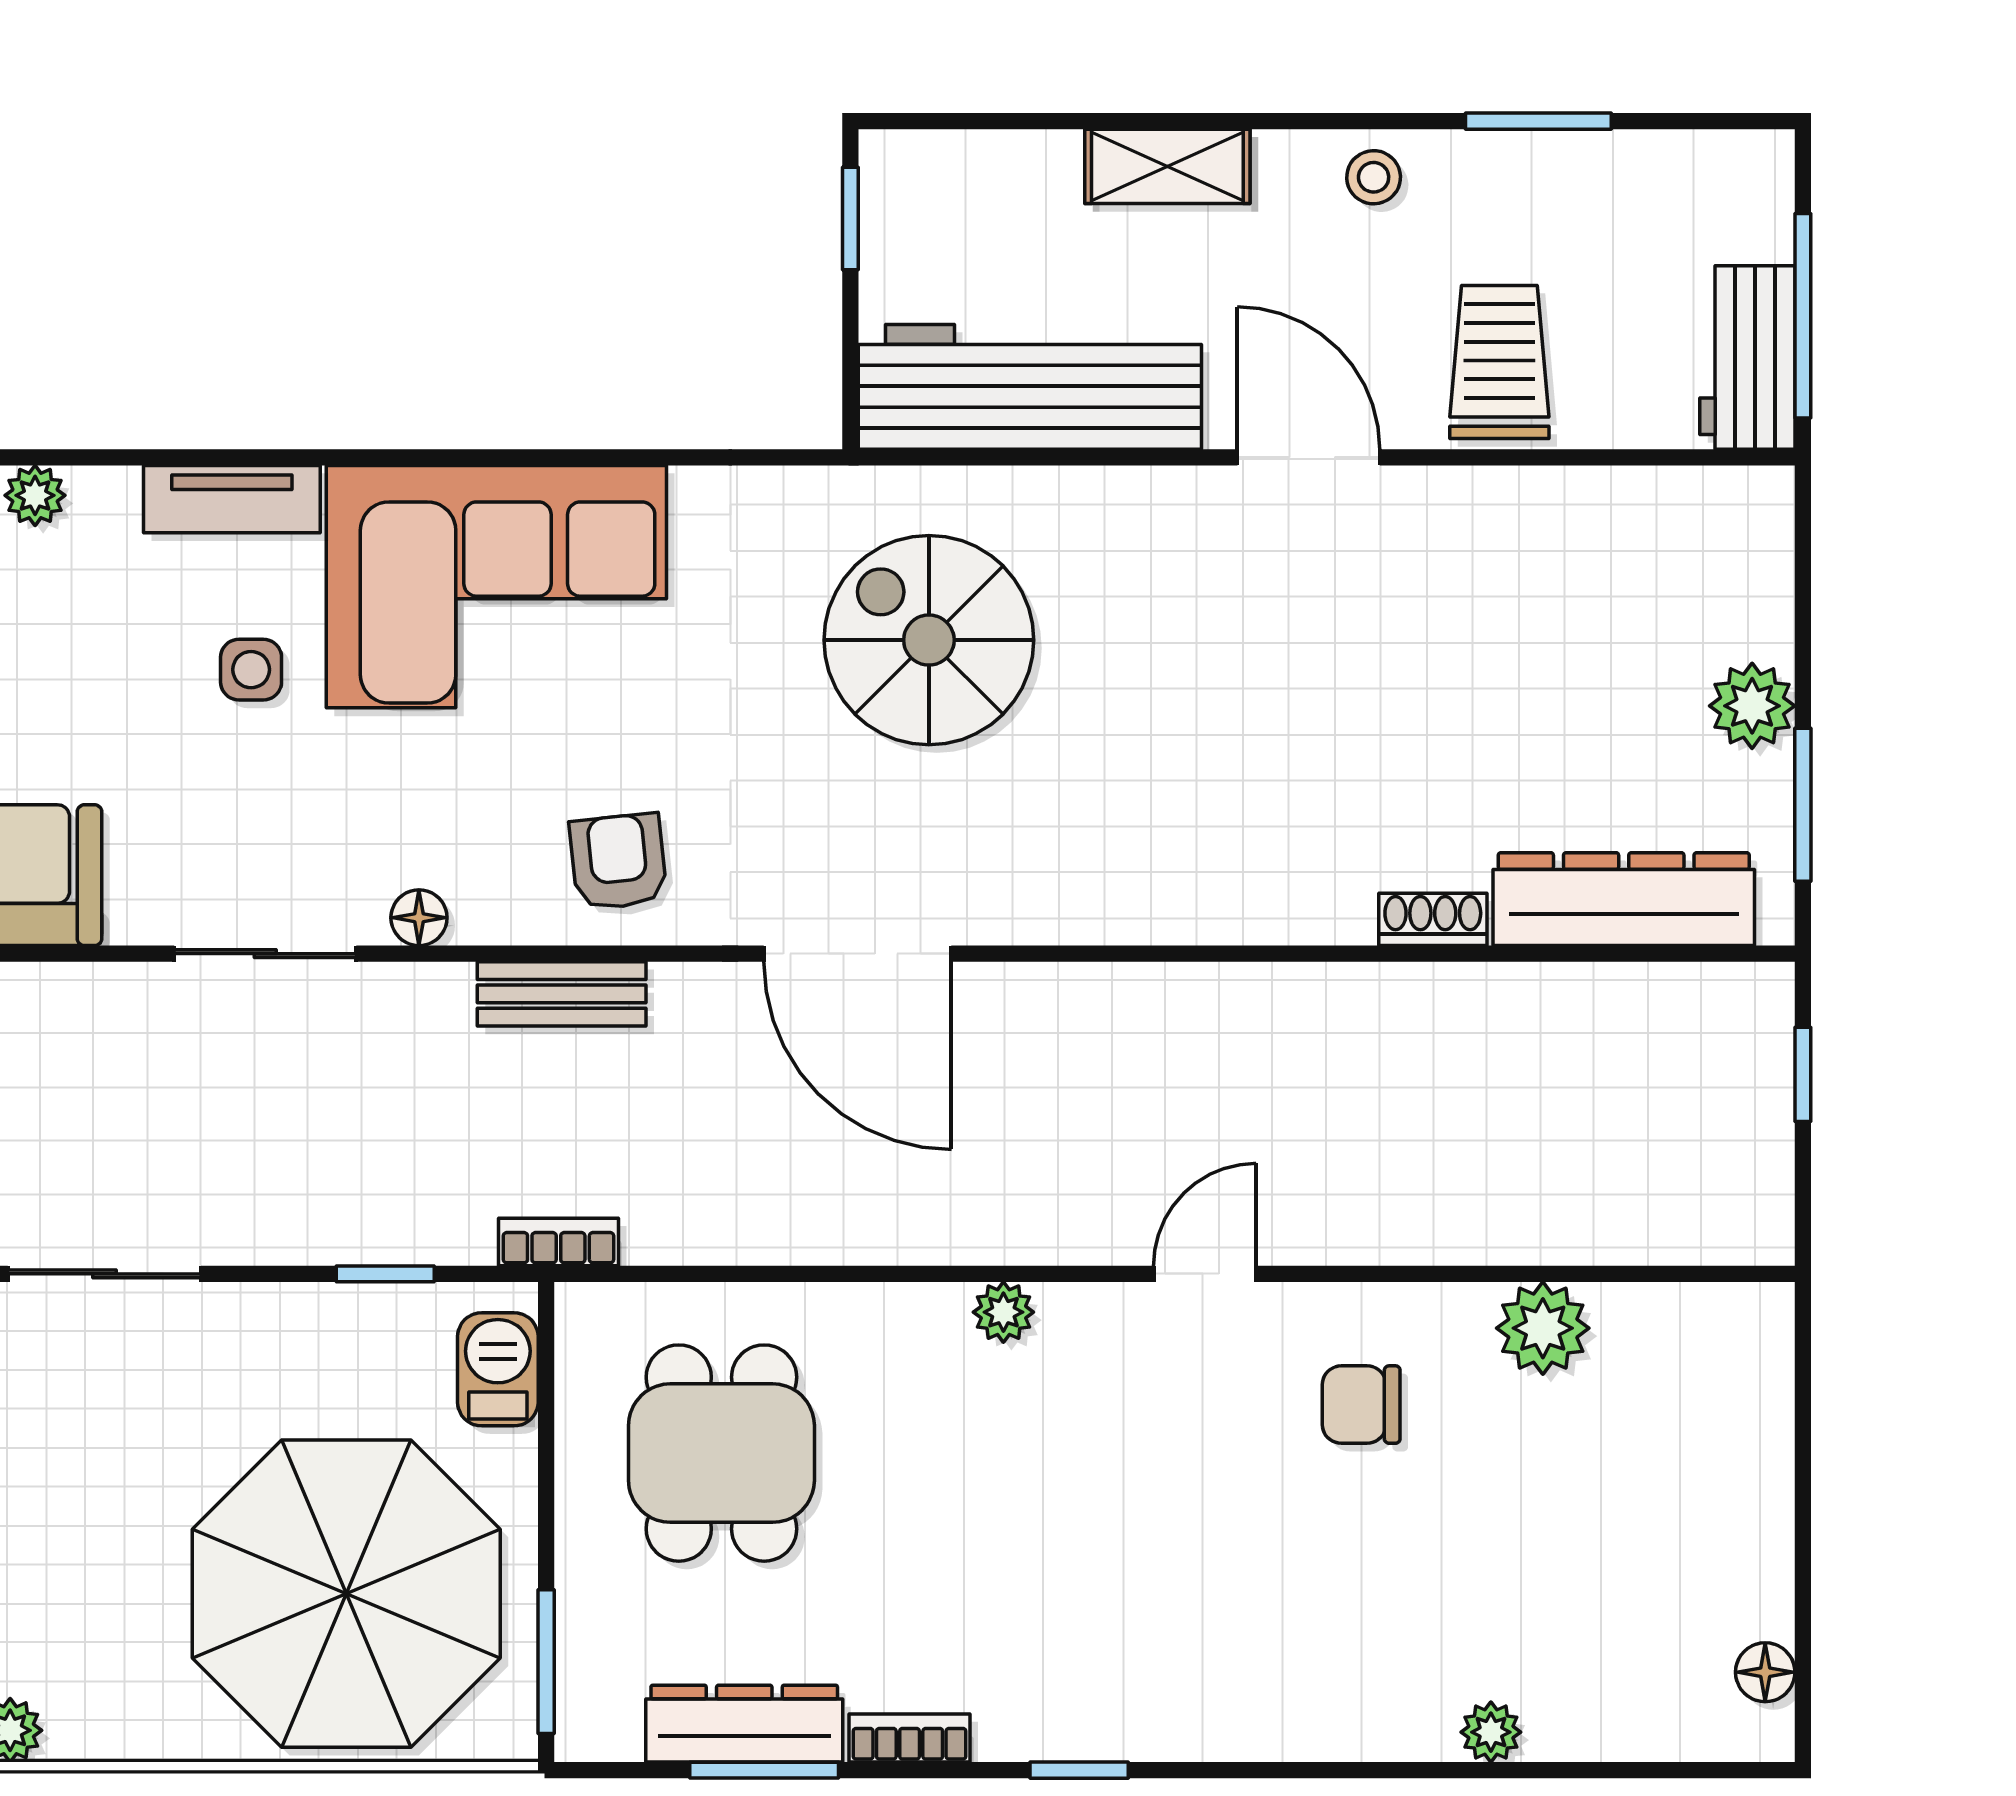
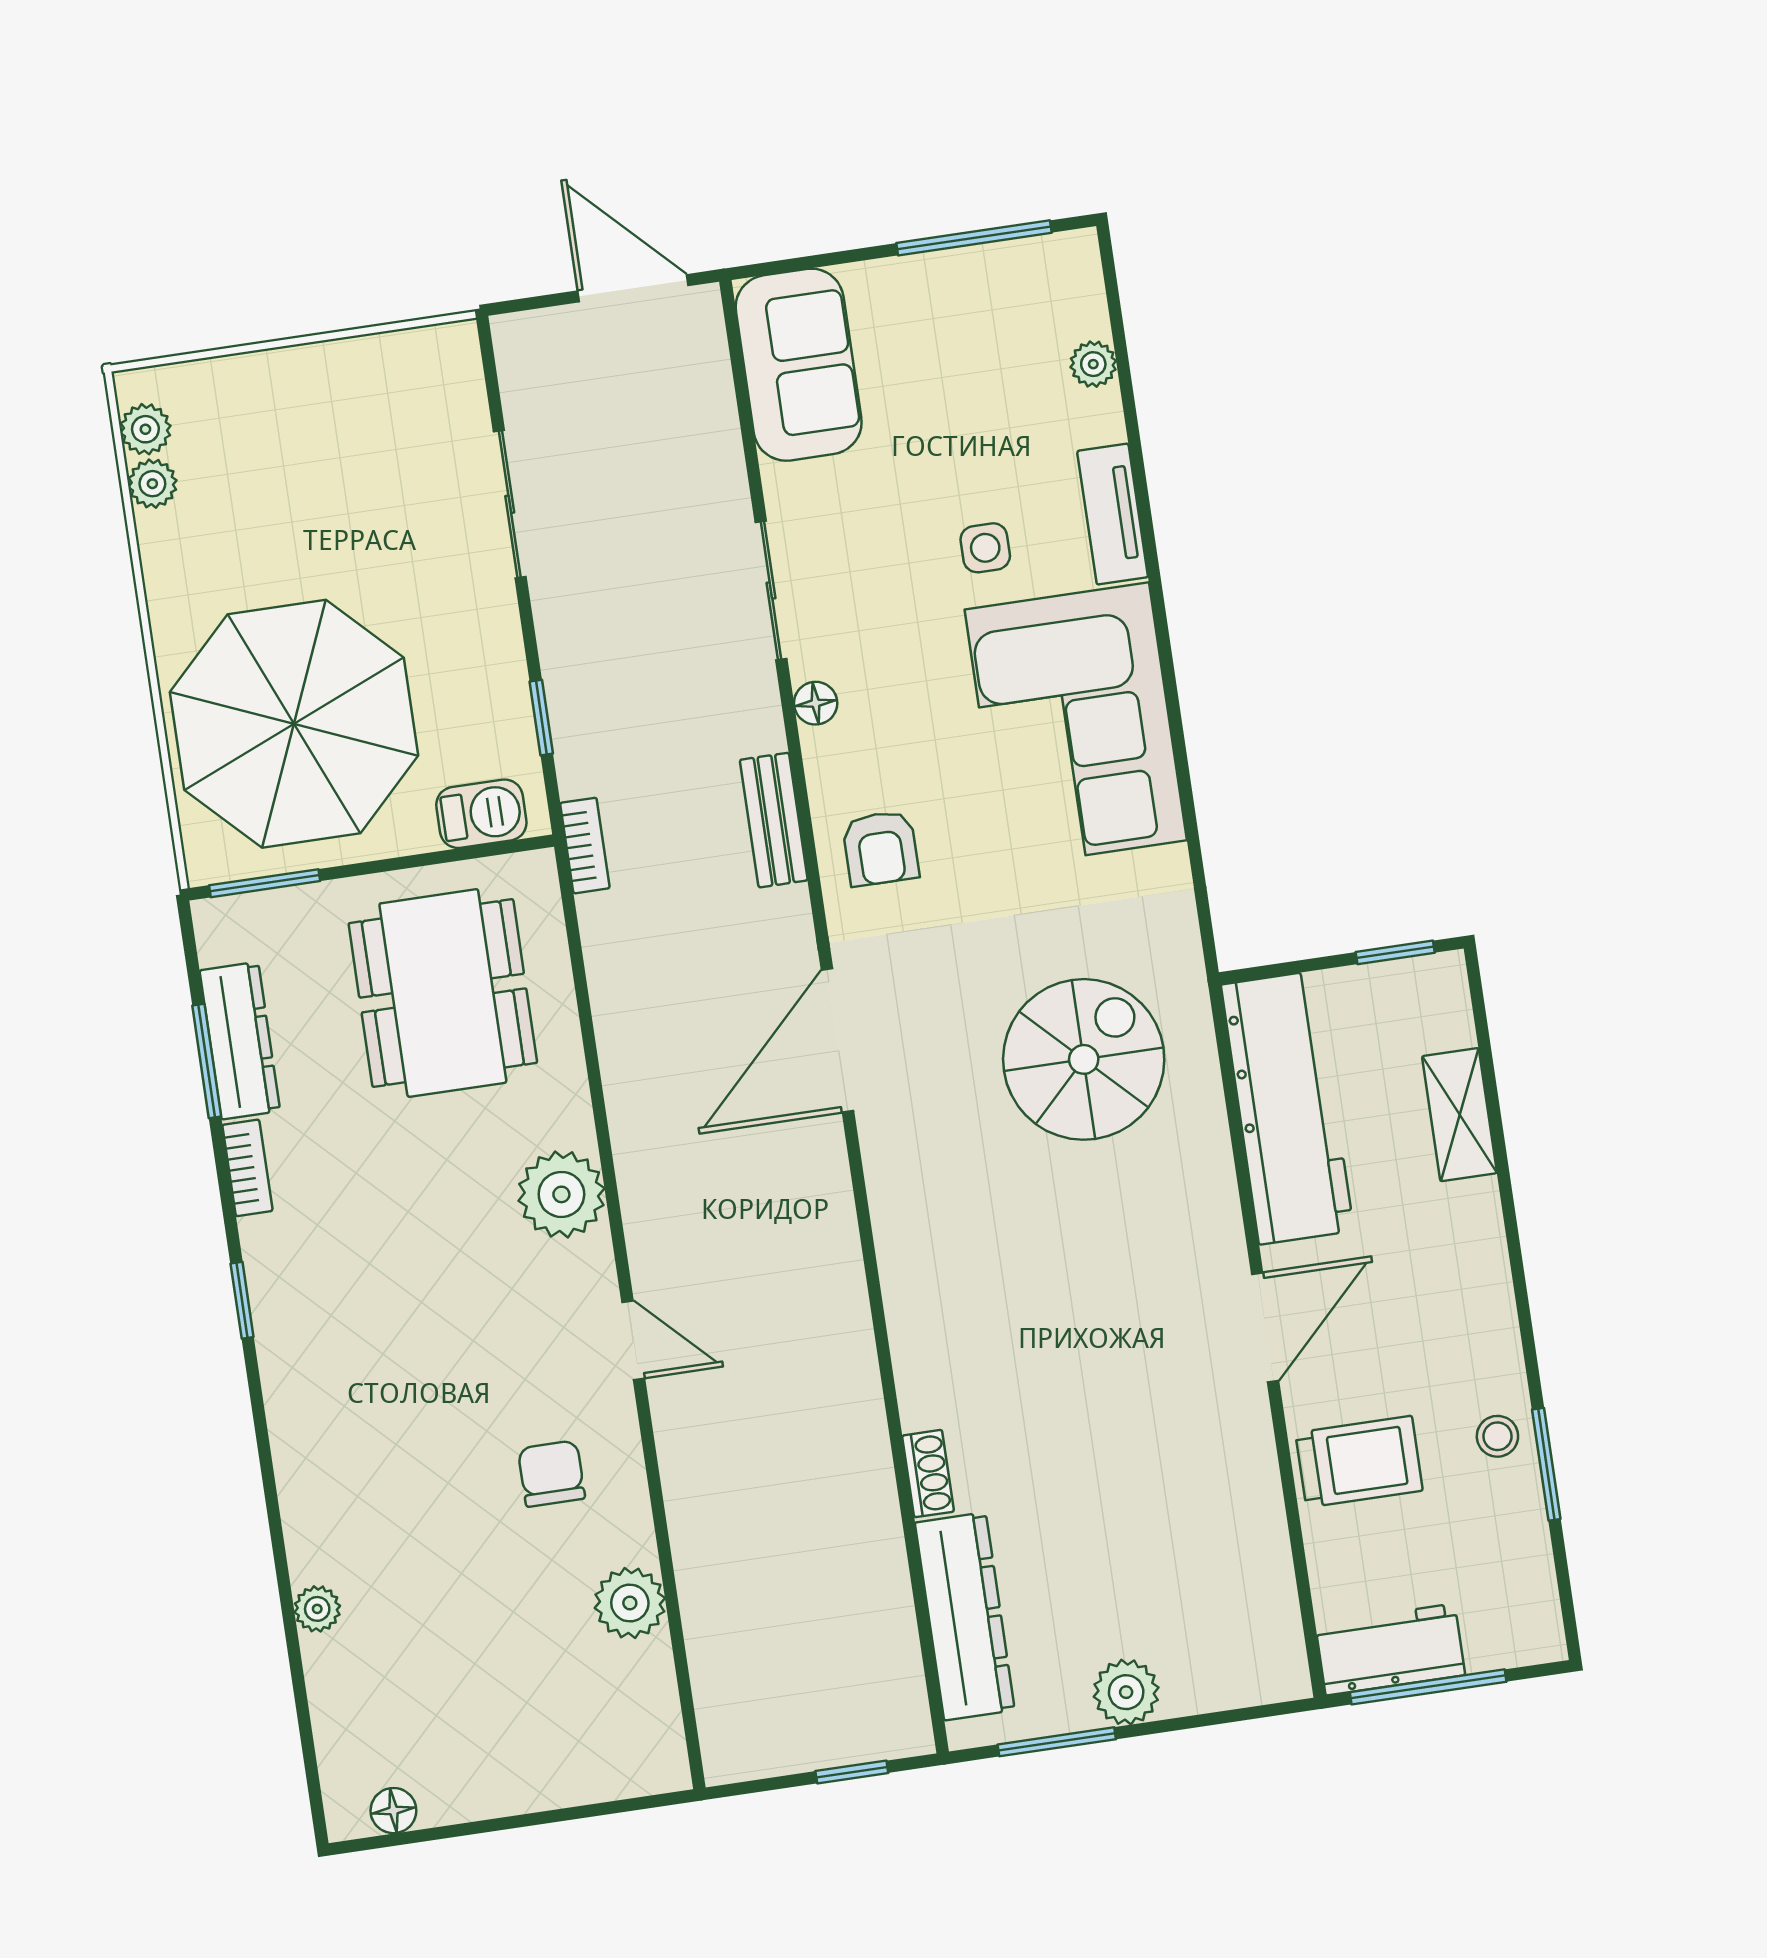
shelving: (1167, 166) -> (1460, 1115), moved
stool: (1374, 177) -> (1497, 1436), moved
armchair: (618, 862) -> (881, 848), turned 96
plant: (1003, 1312) -> (561, 1194), width x1.87, depth x1.87
dining table: (721, 1453) -> (443, 993), width x1.37

